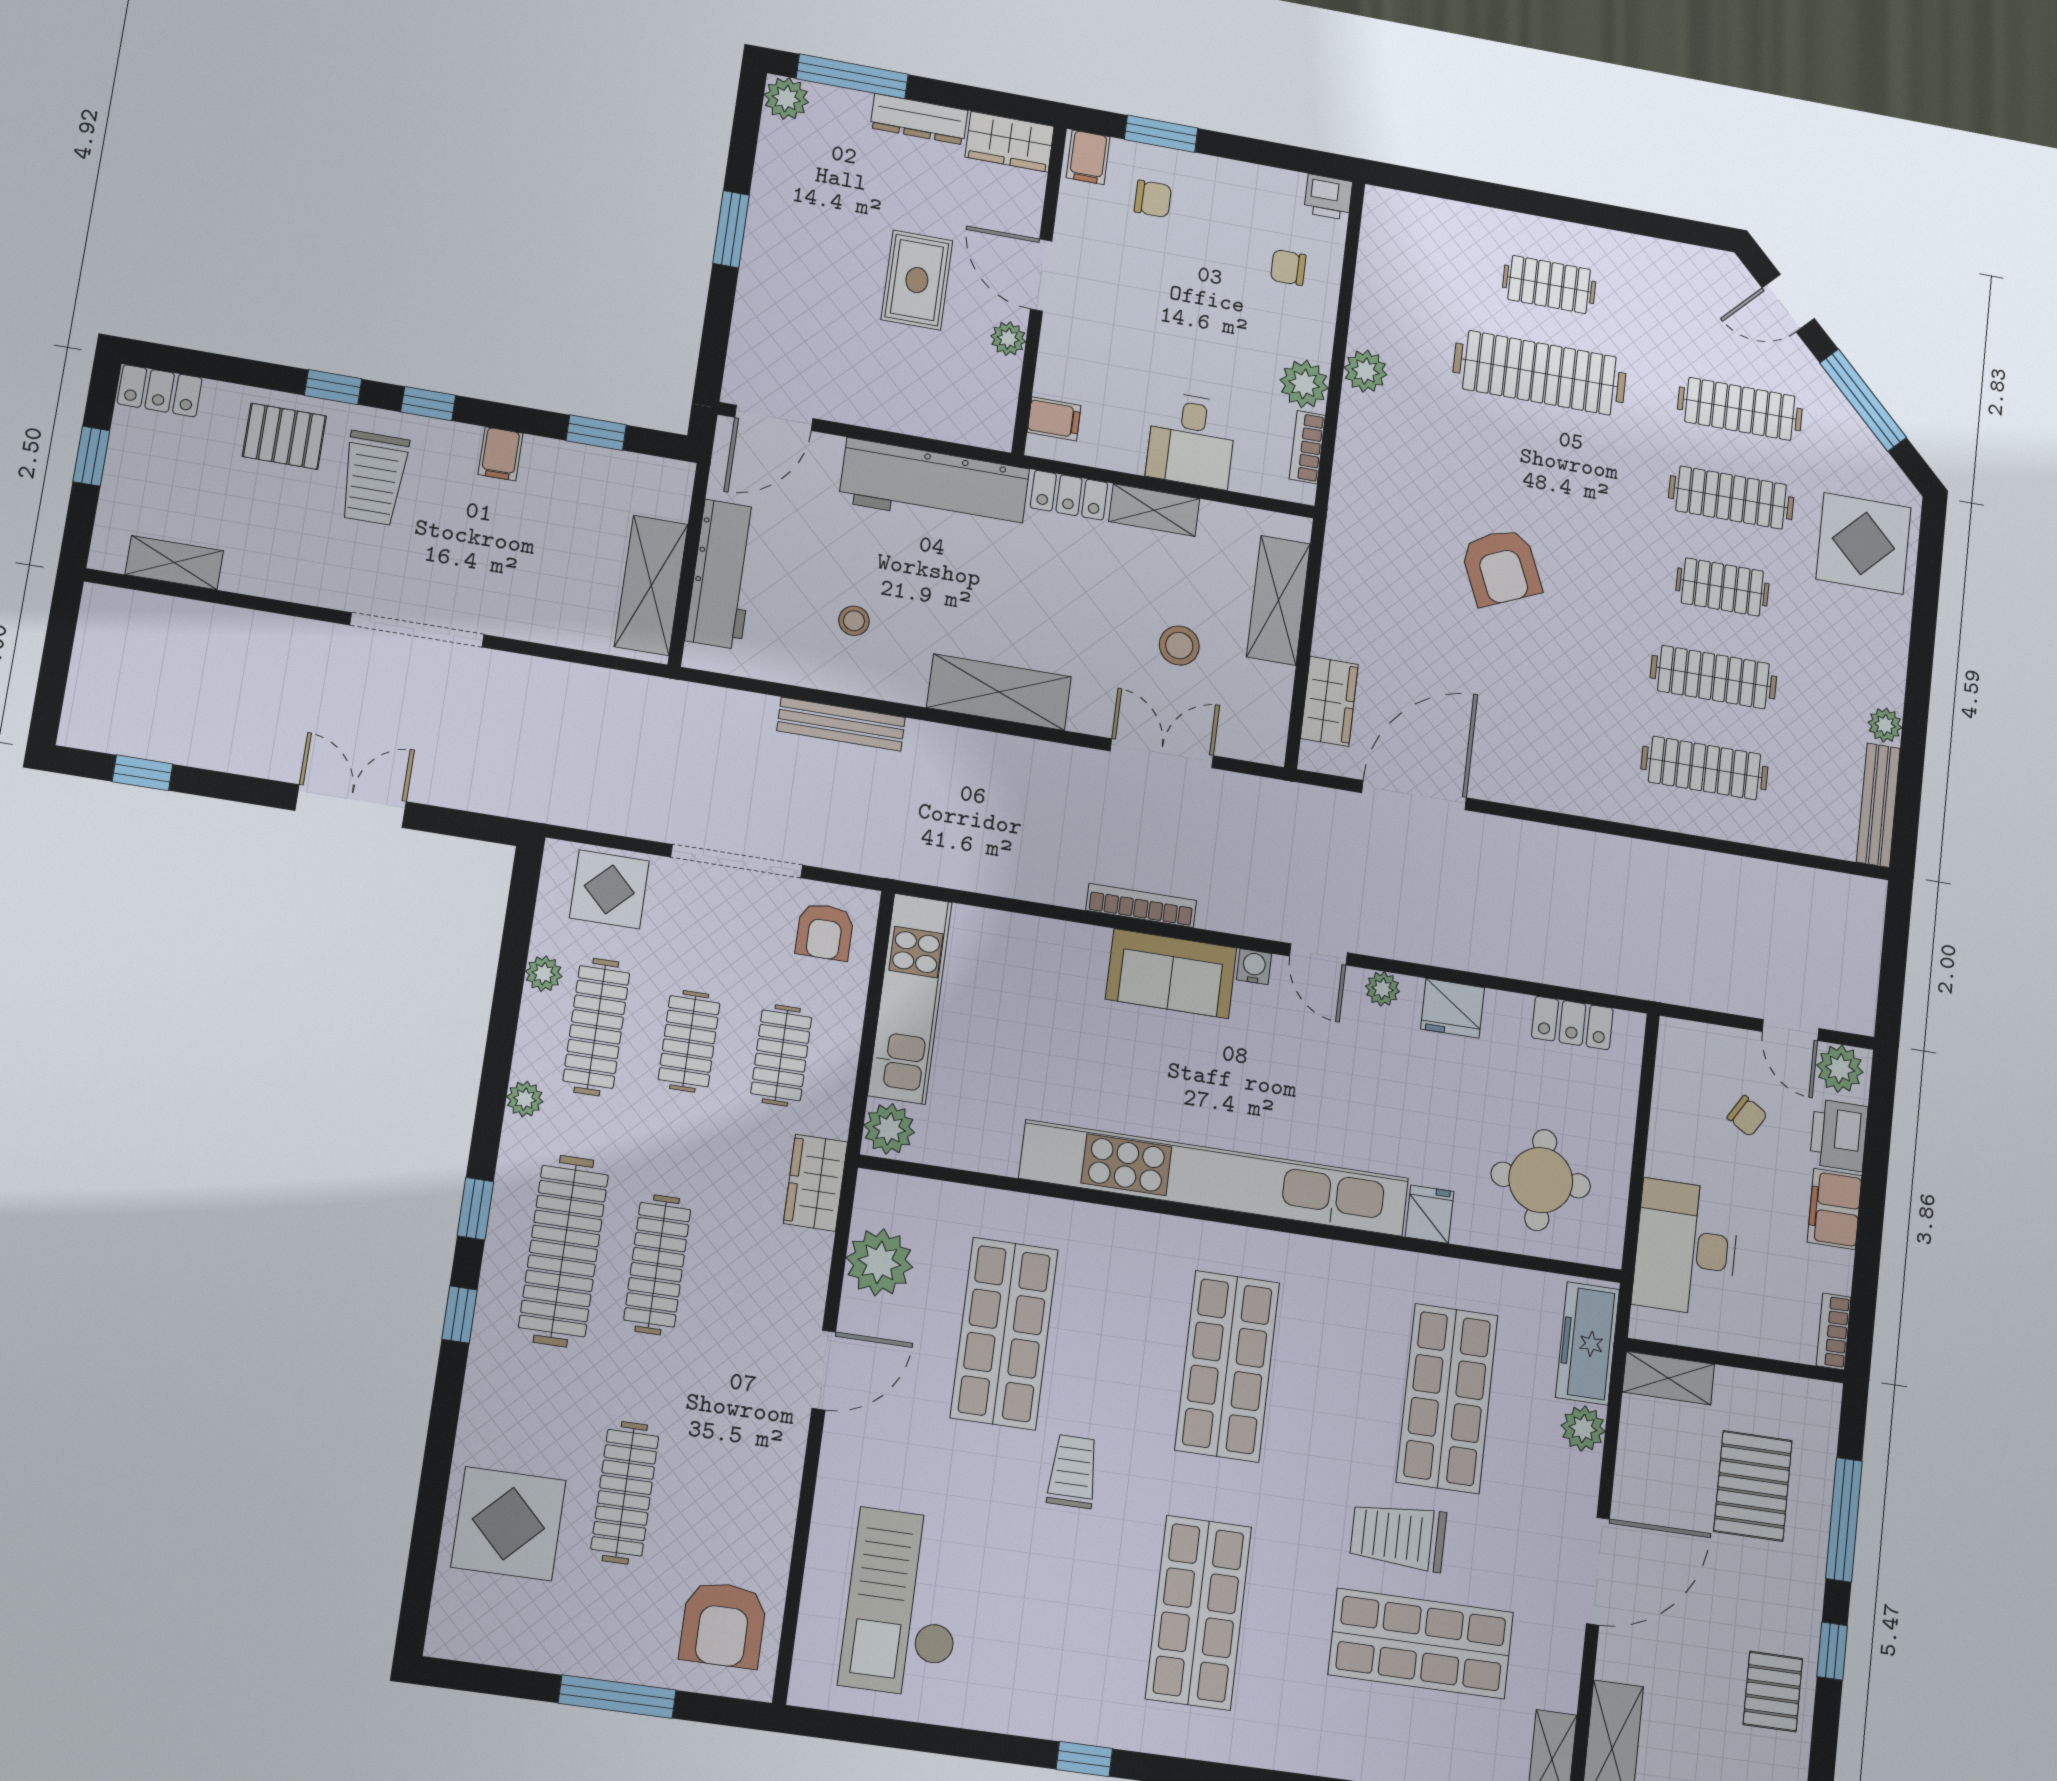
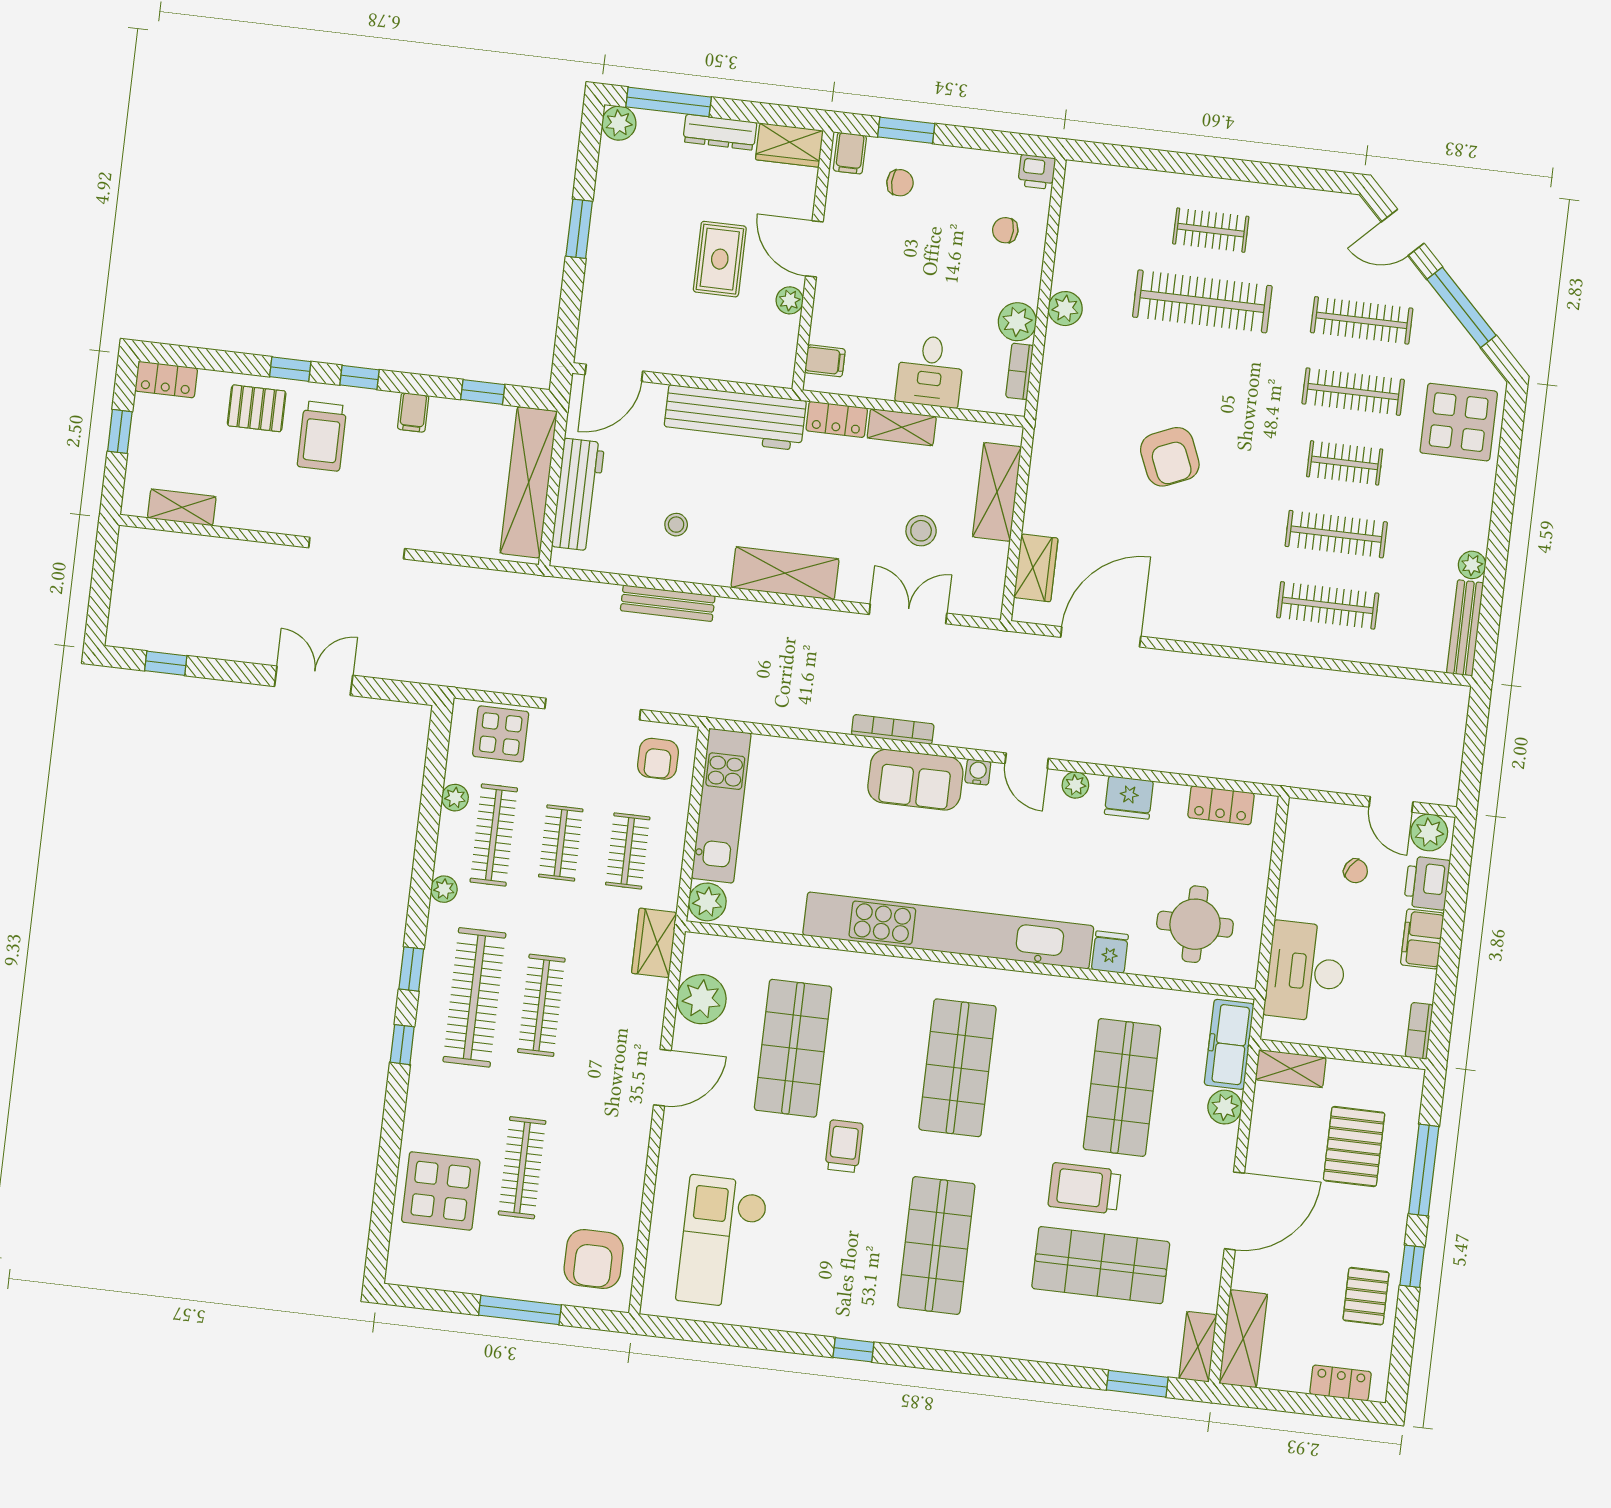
shelving: (651, 585) -> (529, 482), width x1.47

